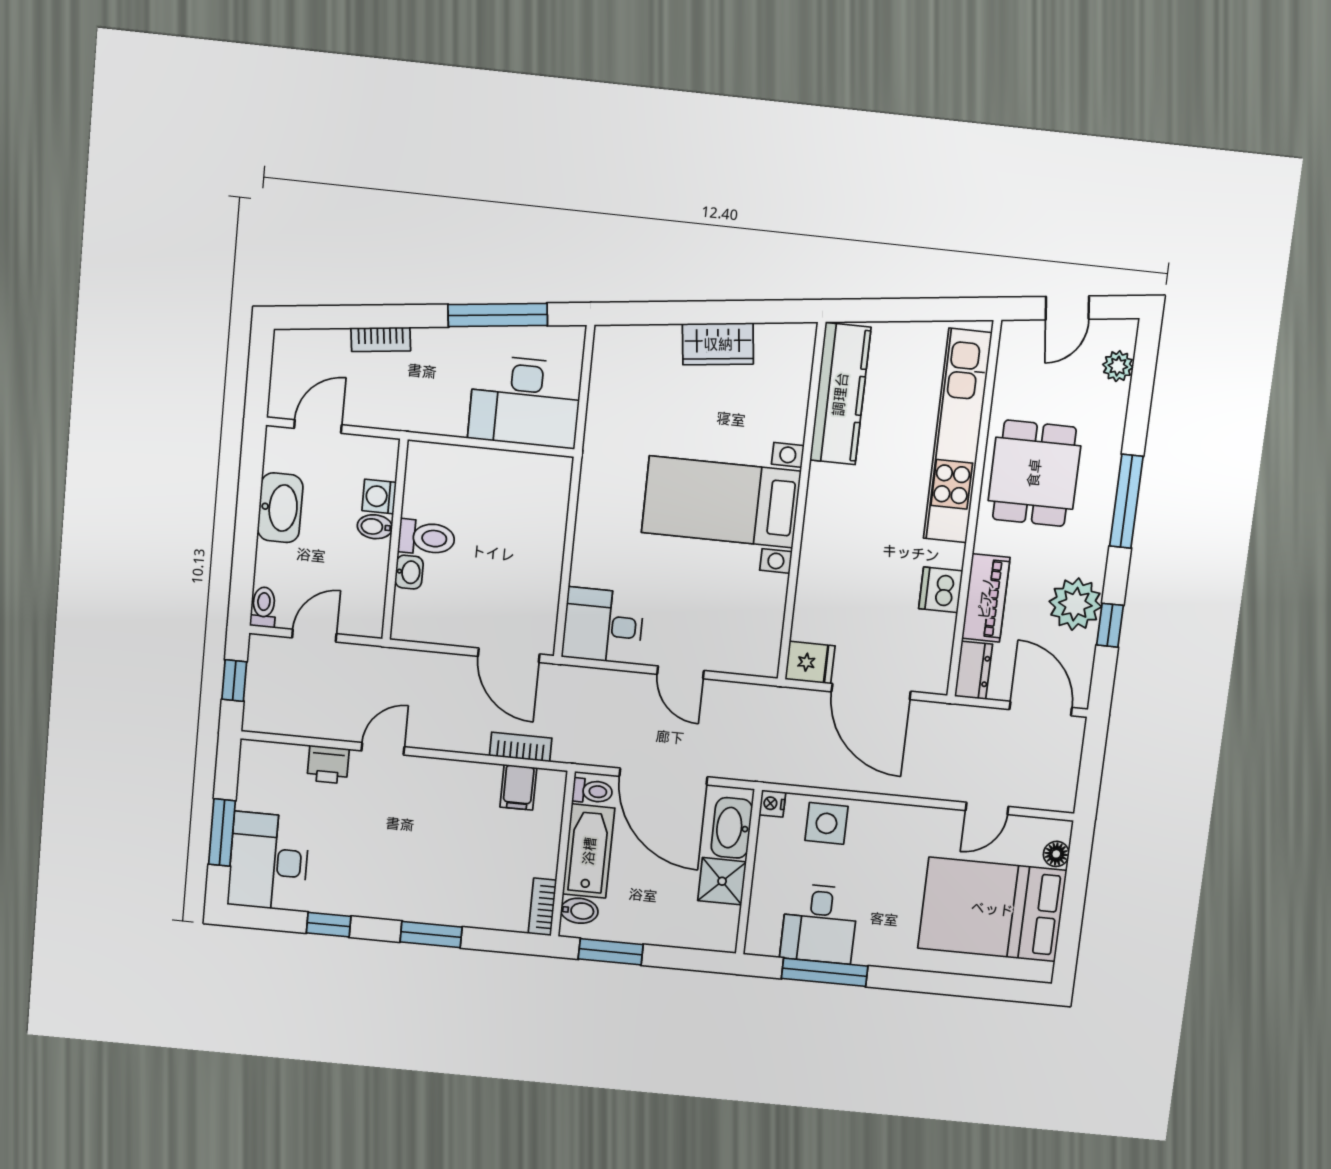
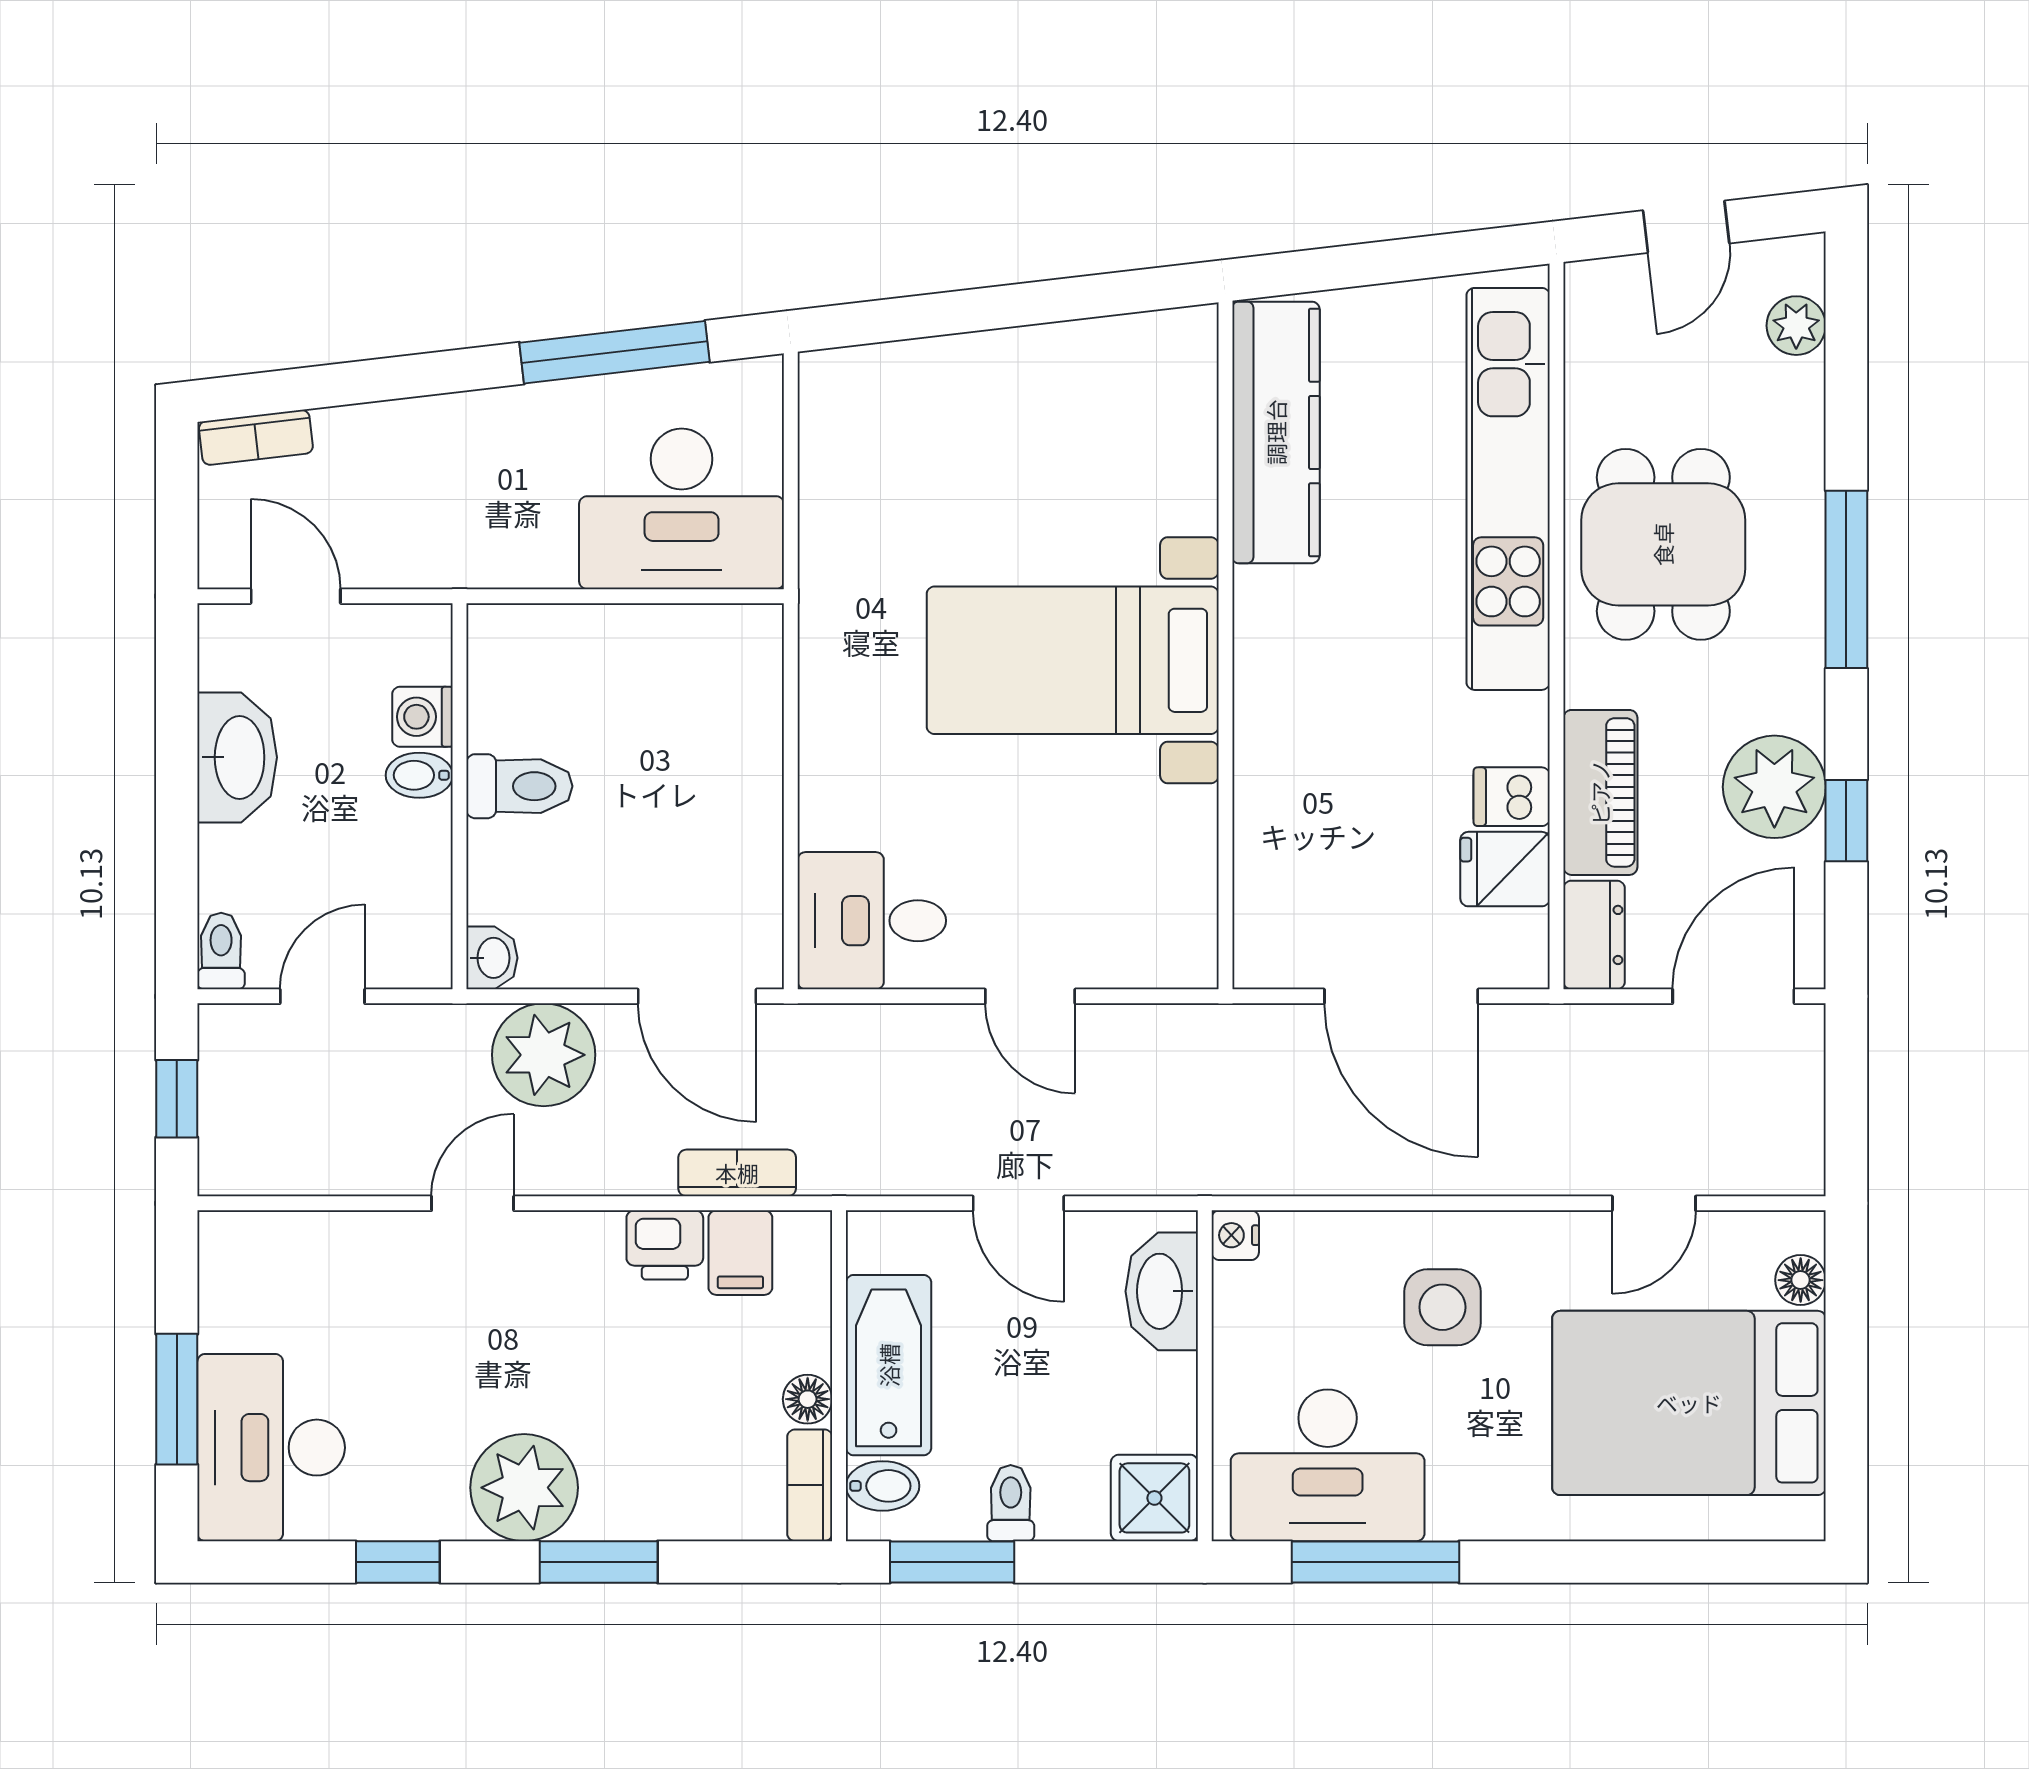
bookcase: (381, 339) -> (256, 437), moved
wardrobe: (718, 344) -> (1034, 363), removed
door: (318, 426) -> (296, 596), hinge flipped
washbasin: (409, 572) -> (492, 958), moved
dishwasher: (941, 590) -> (1512, 797), width x0.73
fridge: (810, 663) -> (1505, 869), moved, turned 180
plant: (426, 677) -> (544, 1055), added
door: (1041, 709) -> (1733, 996), hinge flipped
printer: (328, 765) -> (665, 1245), moved
door: (663, 777) -> (1018, 1203), width x0.53
toilet: (592, 791) -> (1011, 1503), moved, turned -90
side table: (826, 823) -> (1442, 1307), moved
floor lamp: (545, 864) -> (808, 1399), added
shower: (722, 881) -> (1154, 1498), moved
plant: (396, 894) -> (524, 1488), added
desk: (819, 924) -> (1328, 1465), width x1.37

